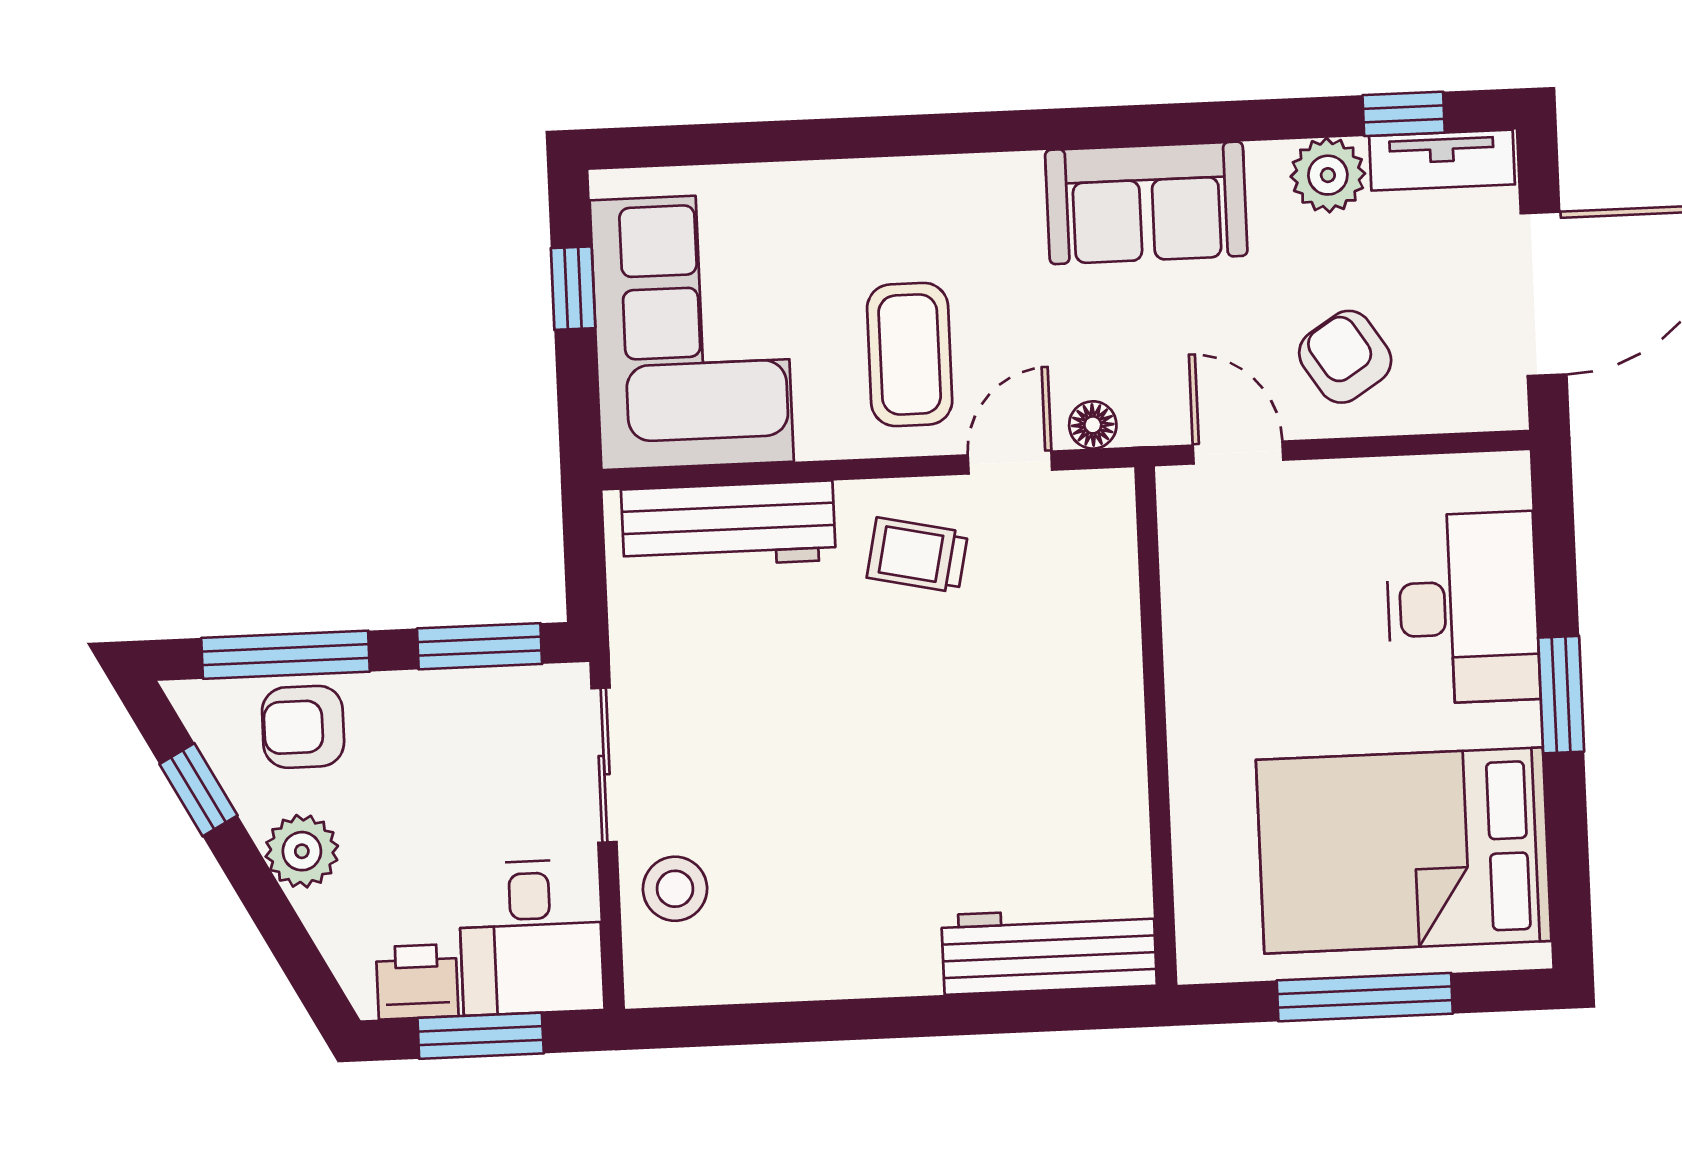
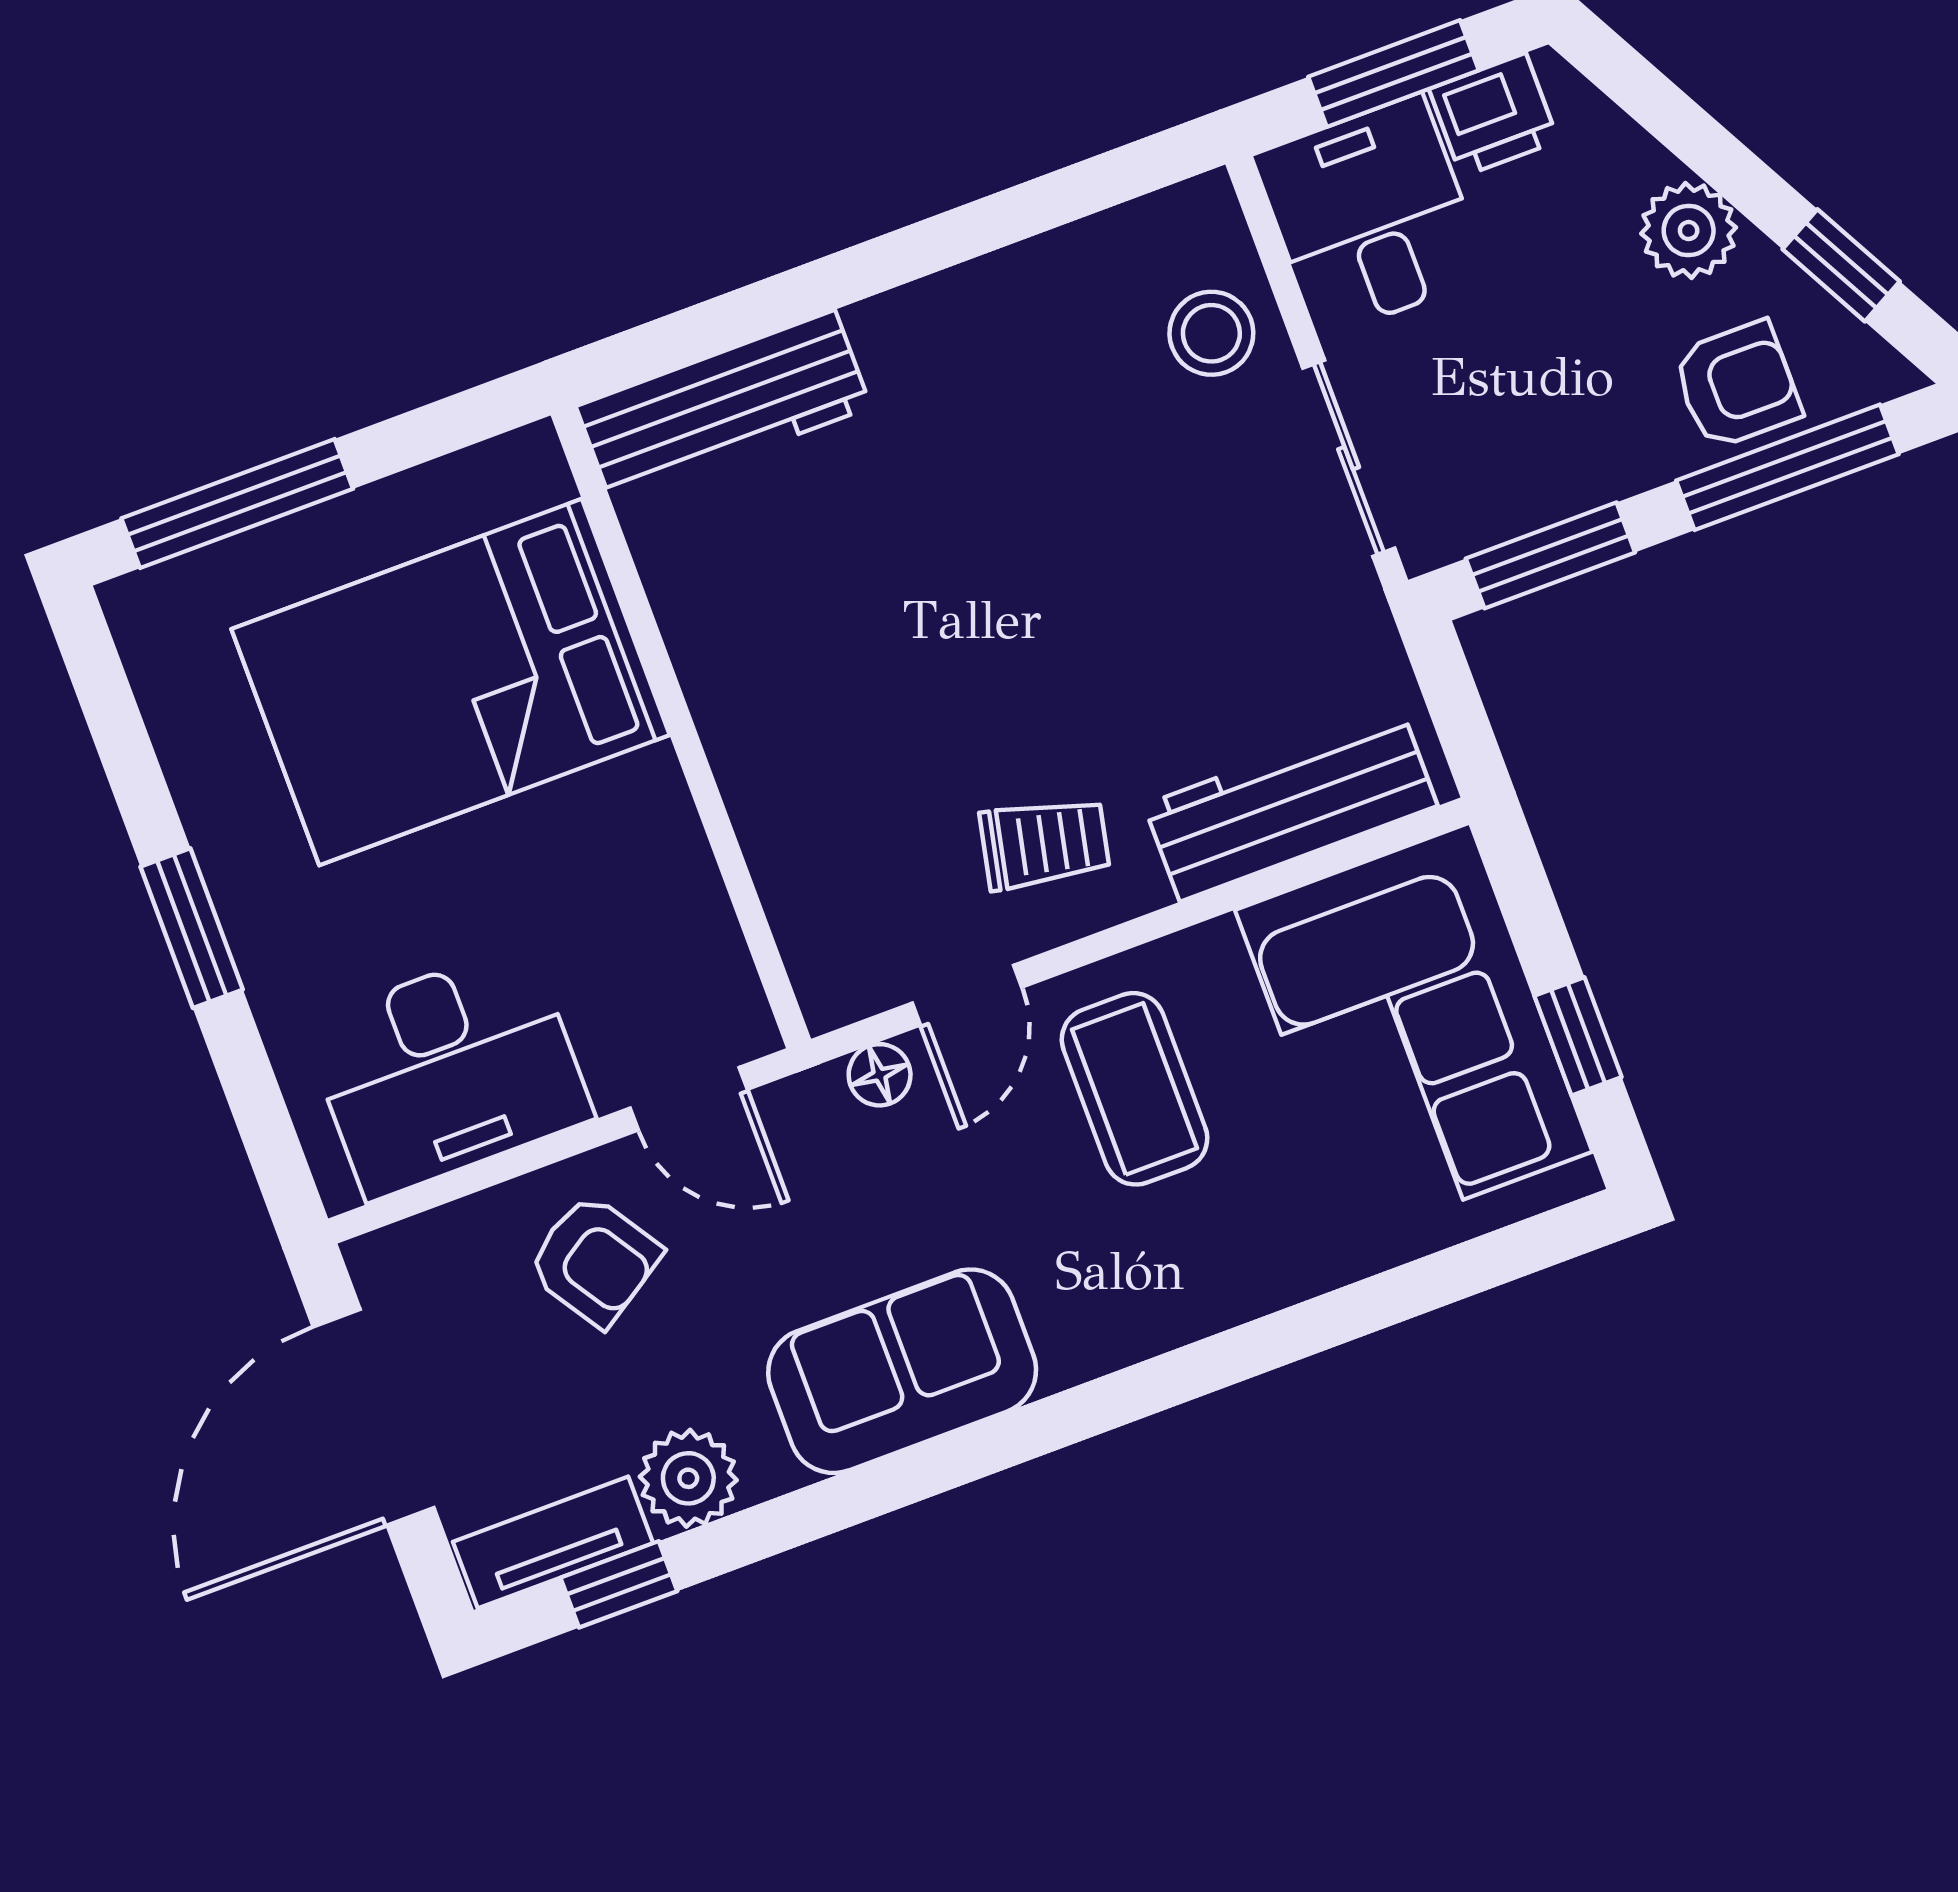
desk: (1463, 608) -> (448, 1071), moved, turned -90
bed: (1404, 850) -> (450, 682), moved, turned 180
window: (1365, 997) -> (237, 503), moved

